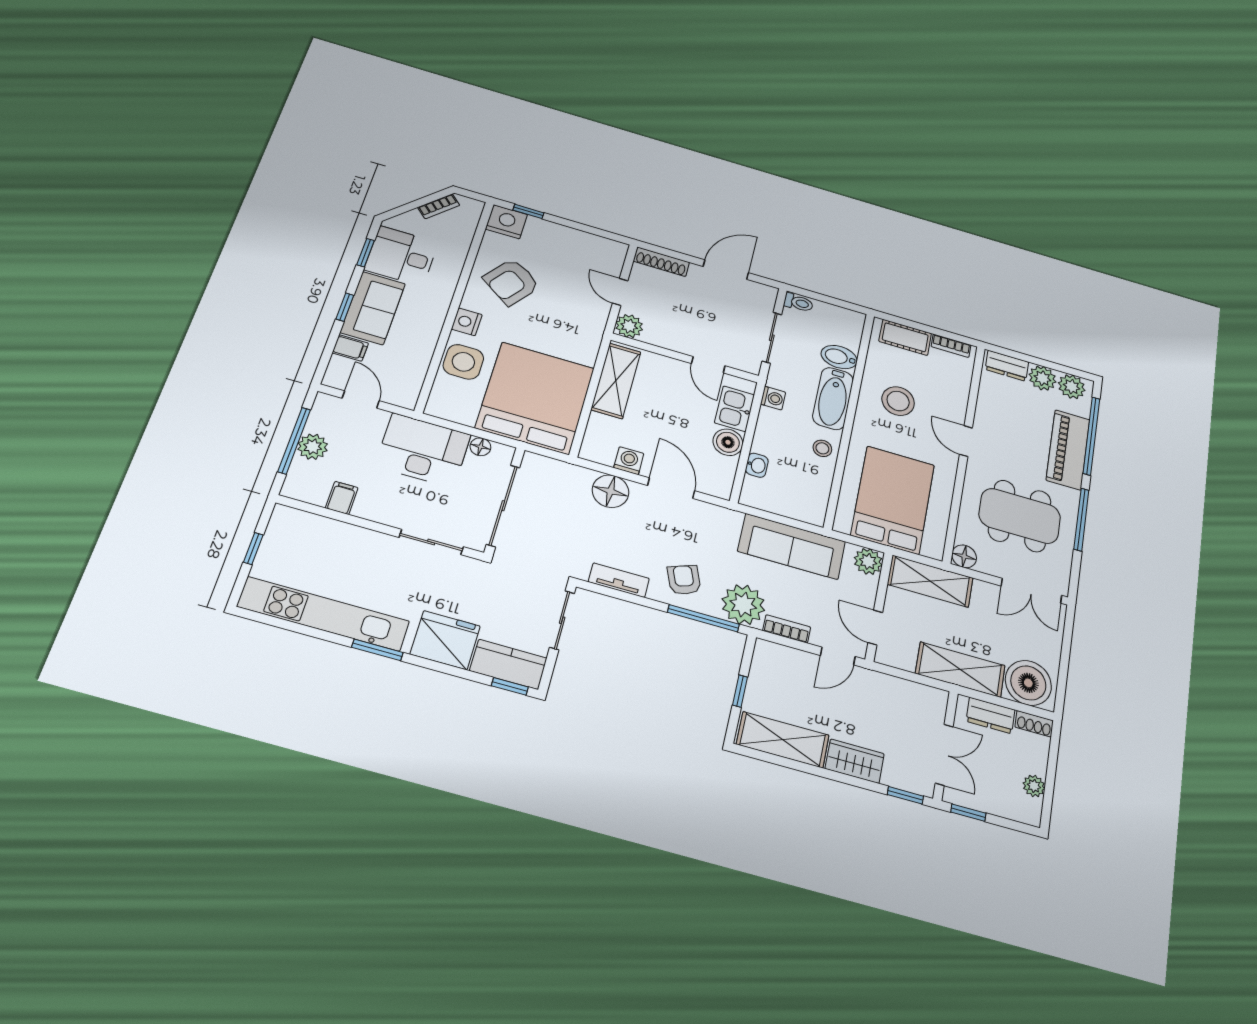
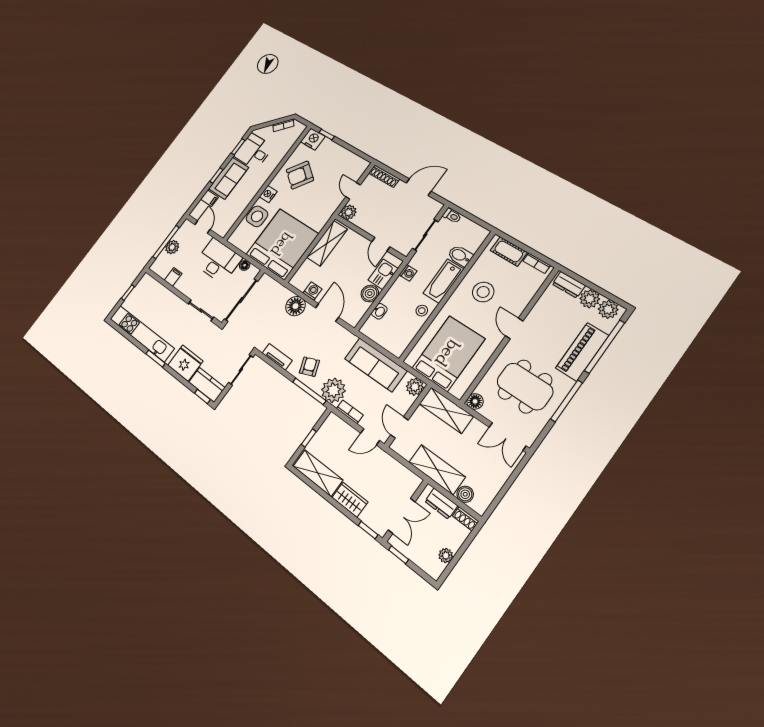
boiler: (1028, 683) -> (465, 494), width x0.54, depth x0.54

